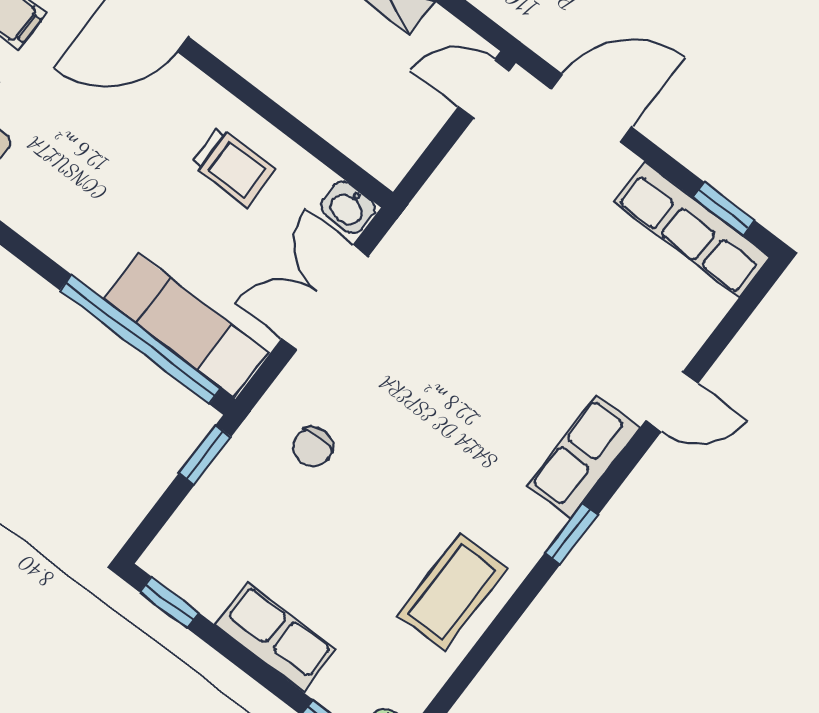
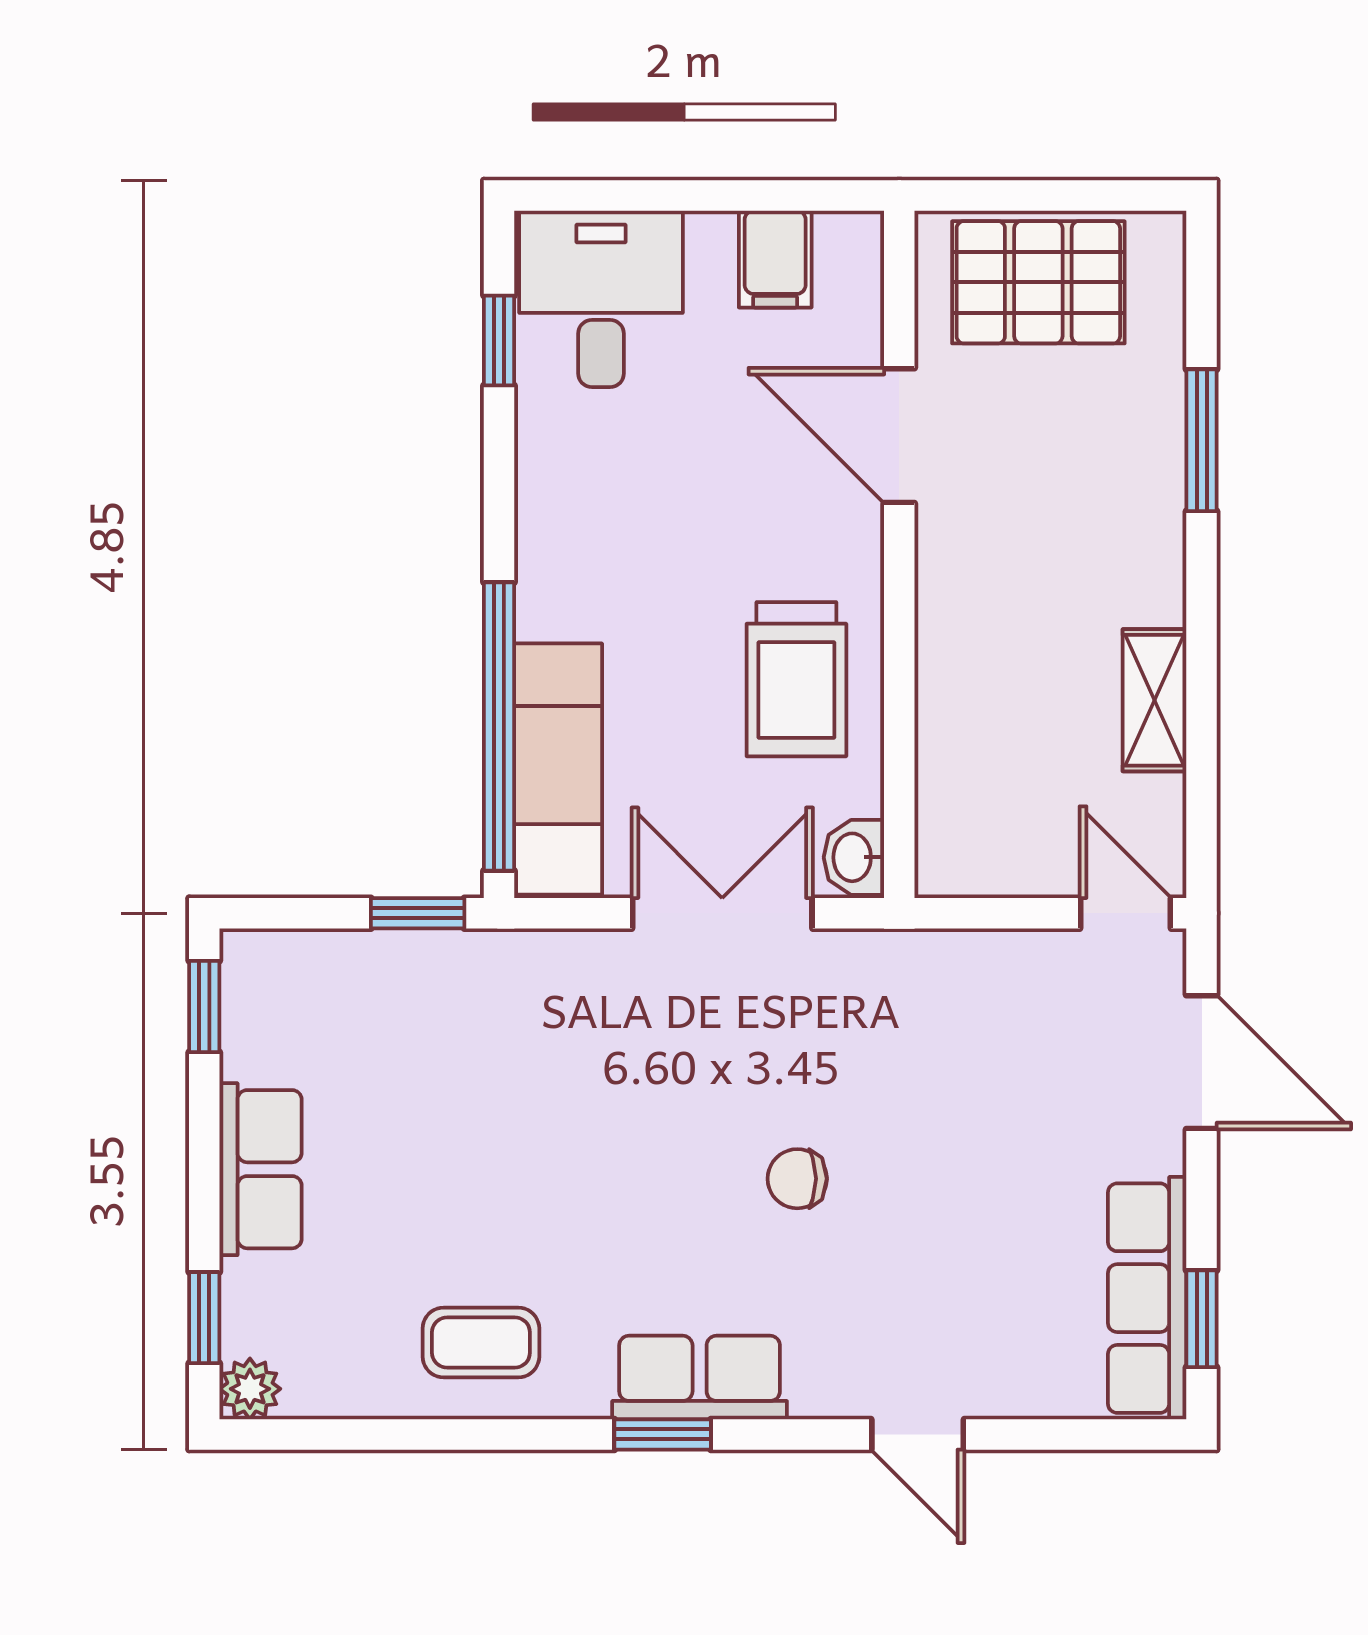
trolley: (233, 167) -> (796, 679), width x1.36, depth x1.39
chair: (313, 447) -> (797, 1179), moved
row of seats: (583, 457) -> (700, 1378), moved
coffee table: (452, 592) -> (481, 1342), width x0.73, depth x0.77

